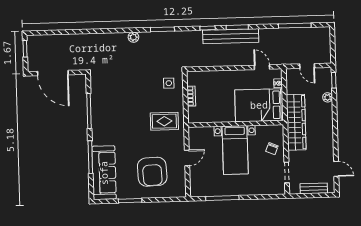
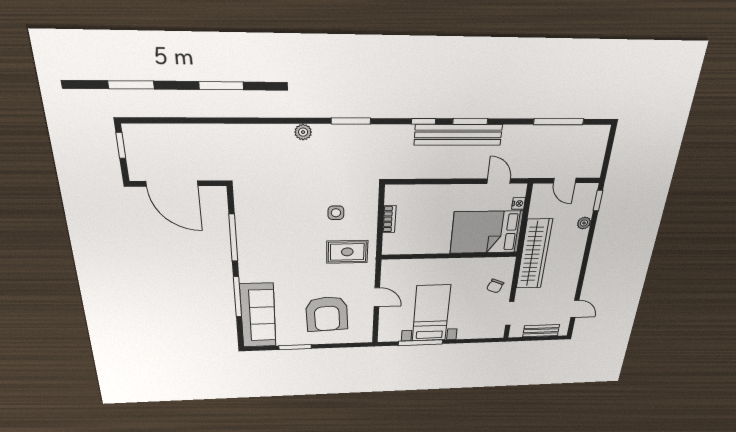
side table: (169, 83) -> (336, 213), moved
bed with nightstands: (235, 150) -> (431, 313), moved, turned 180
door: (187, 158) -> (377, 297), hinge flipped

